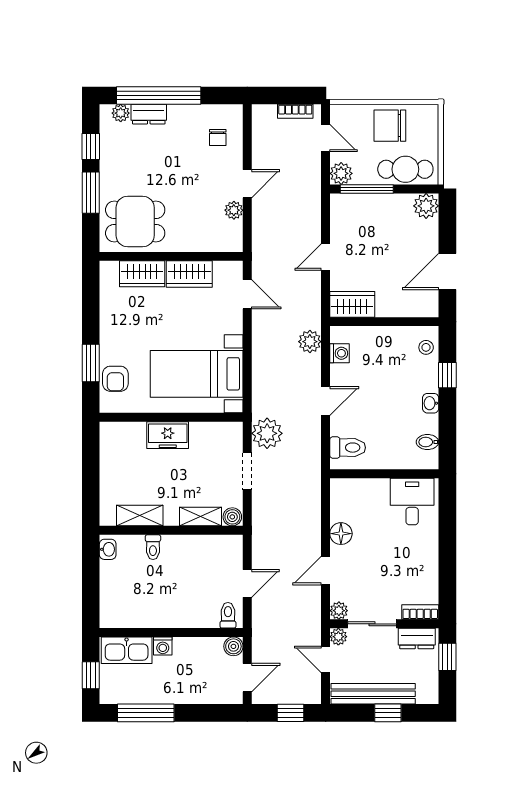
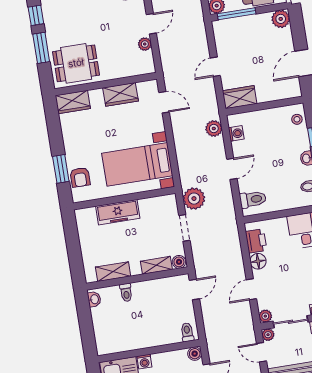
wardrobe: (142, 274) -> (73, 102), moved
freezer: (168, 435) -> (118, 212), width x1.40
printer: (343, 505) -> (256, 241), added
door: (247, 584) -> (194, 289), moved

